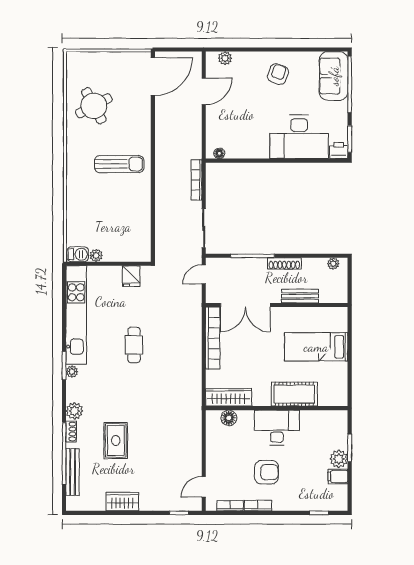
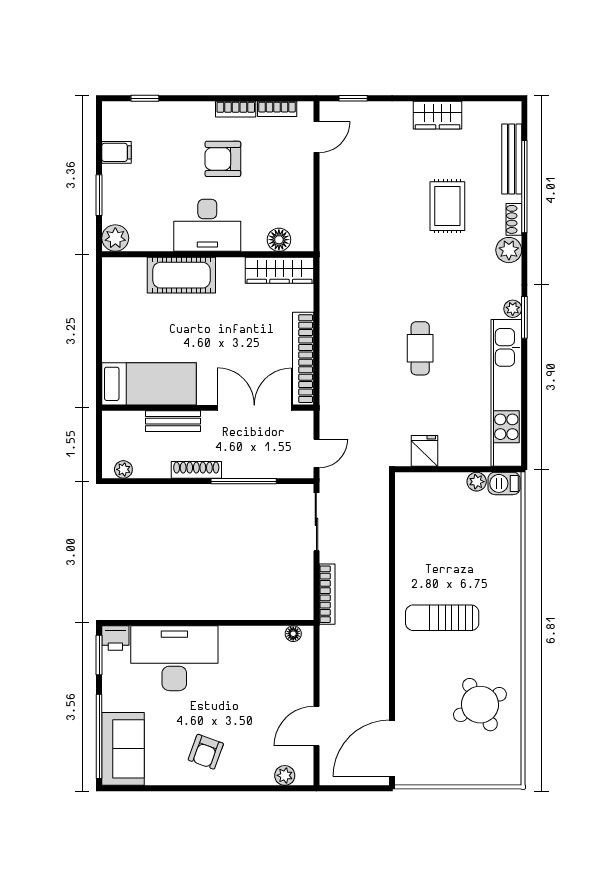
bed: (316, 347) -> (149, 384), moved
plant: (339, 459) -> (115, 238), moved

